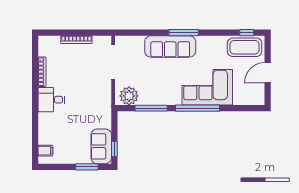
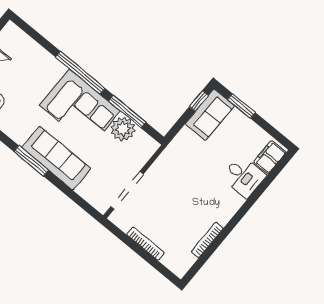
corner sofa: (207, 87) -> (80, 108), moved
plant: (129, 96) -> (123, 129), moved
desk: (51, 100) -> (244, 176), moved
filing cabinet: (45, 151) -> (270, 157), width x2.00

